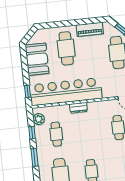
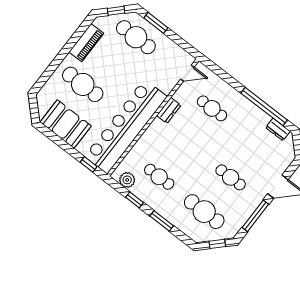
dresser: (78, 108) -> (169, 110), moved

